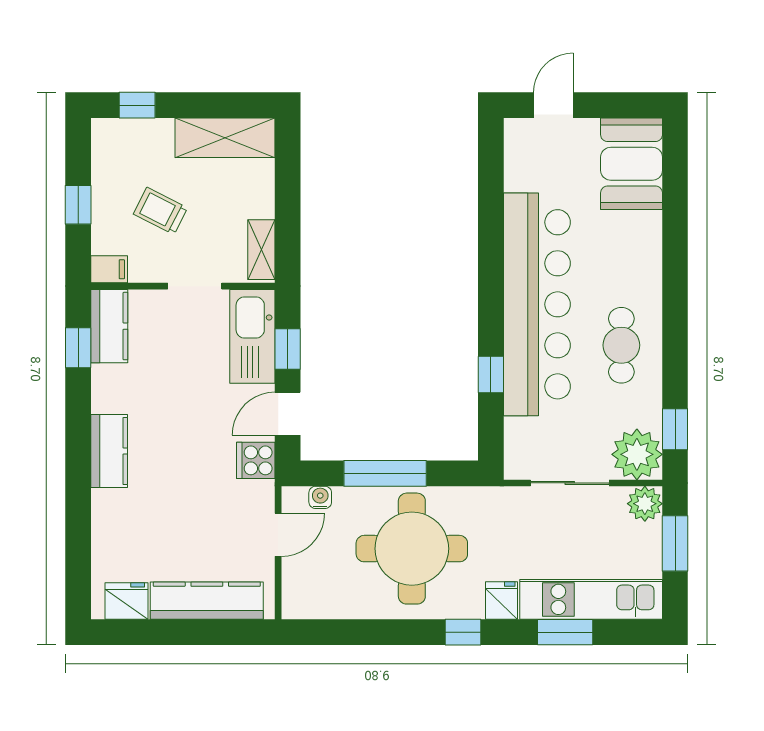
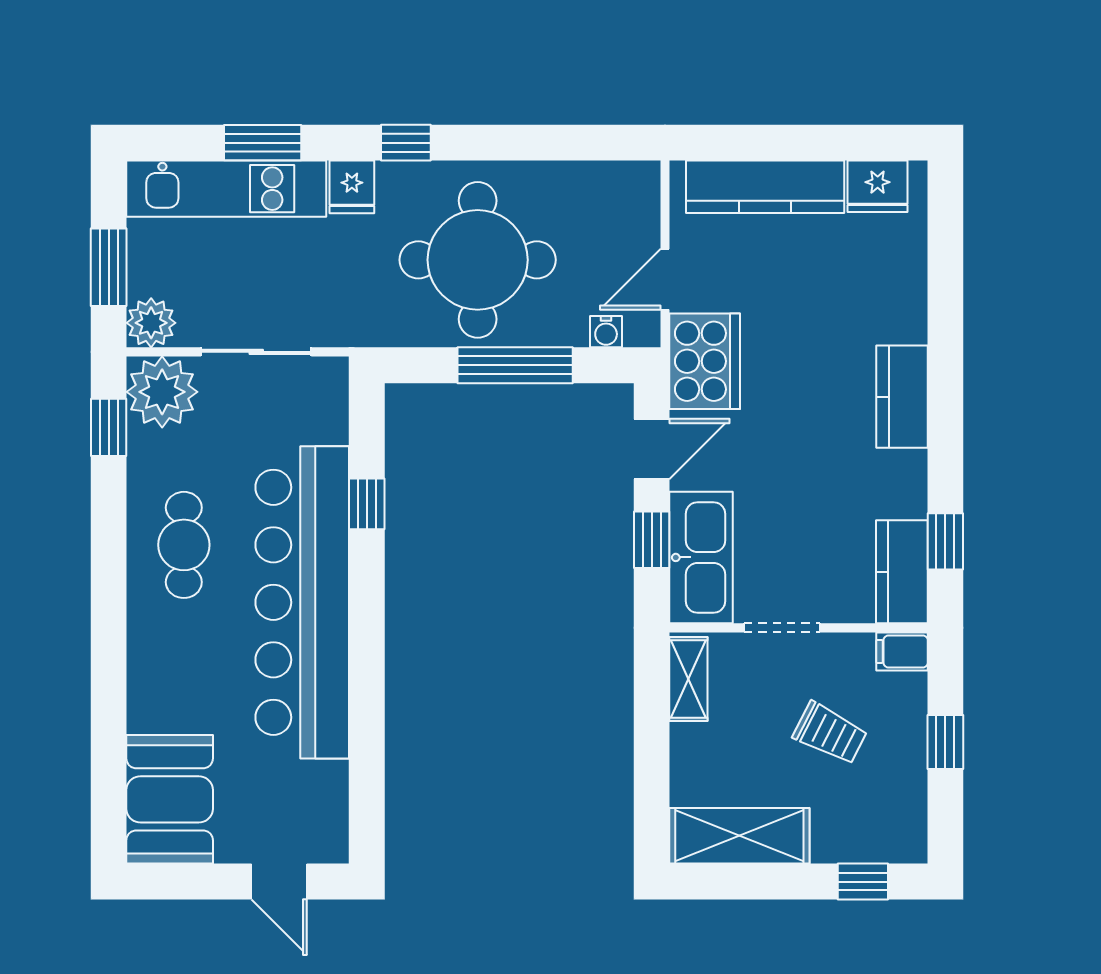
door: (553, 105) -> (279, 882), hinge flipped
cooker: (256, 460) -> (705, 361), width x1.87, depth x1.31

